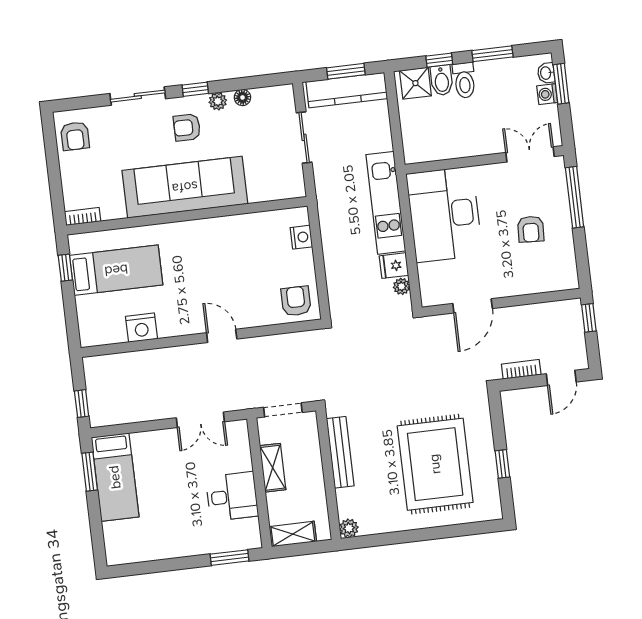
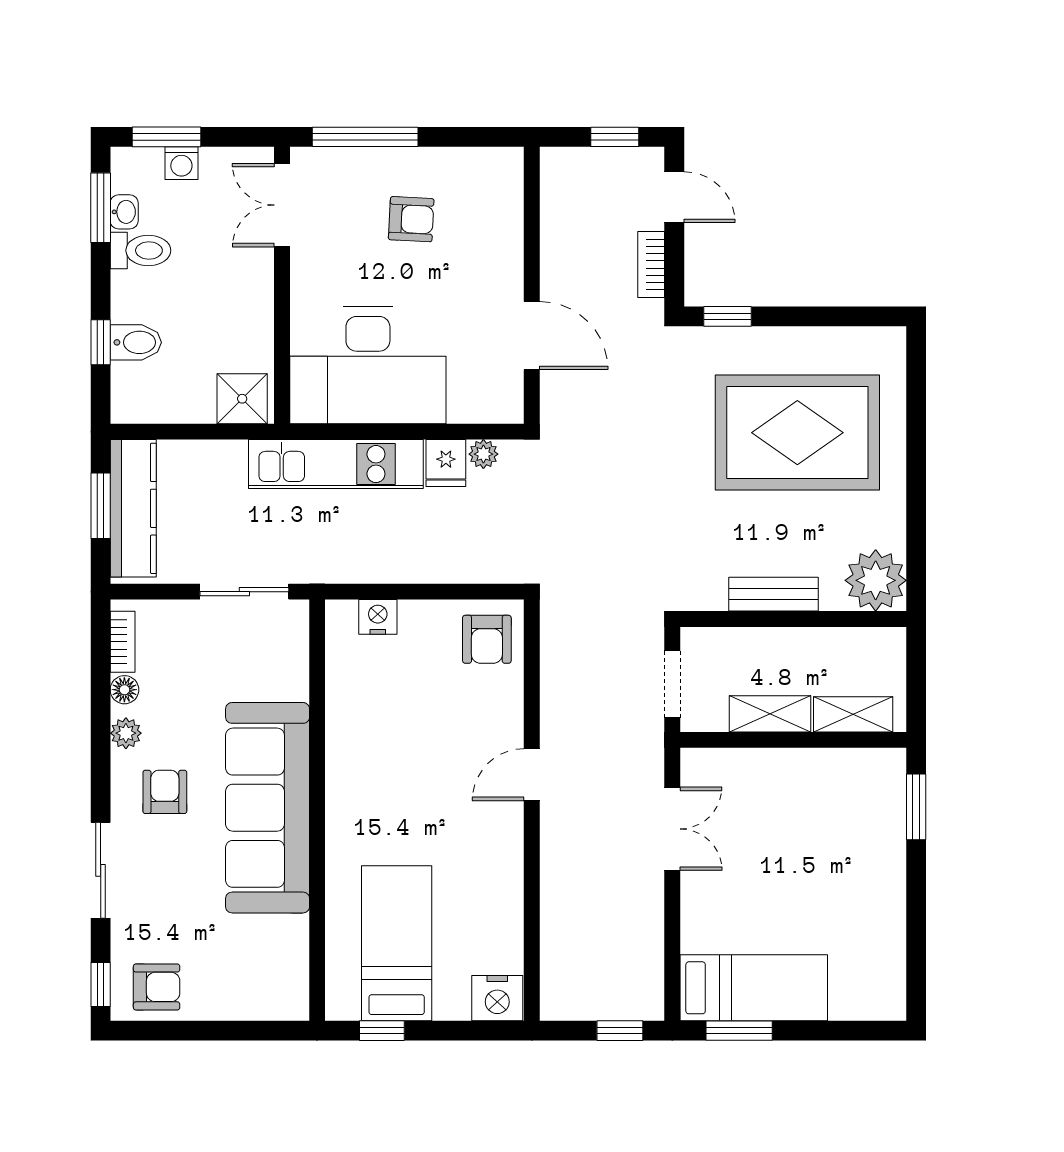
window: (492, 54) -> (101, 208), moved
washbasin: (546, 73) -> (124, 212), moved, turned -90
toilet: (464, 80) -> (140, 250), moved
shower: (415, 83) -> (242, 399), moved
window: (195, 89) -> (101, 984), moved
armchair: (187, 127) -> (165, 792), turned 180
sliding door: (304, 137) -> (244, 592), moved
bookcase: (83, 216) -> (123, 642), moved, turned 180
armchair: (296, 301) -> (487, 639), turned -90
window: (589, 318) -> (615, 137), moved
nightstand: (141, 328) -> (497, 998), moved, turned 90
bench: (340, 452) -> (774, 594), width x0.73
window: (502, 464) -> (727, 316), moved
desk: (232, 496) -> (811, 790), removed
plant: (349, 528) -> (876, 580), width x1.87, depth x1.87
shelving: (293, 534) -> (853, 714), moved, turned 90

